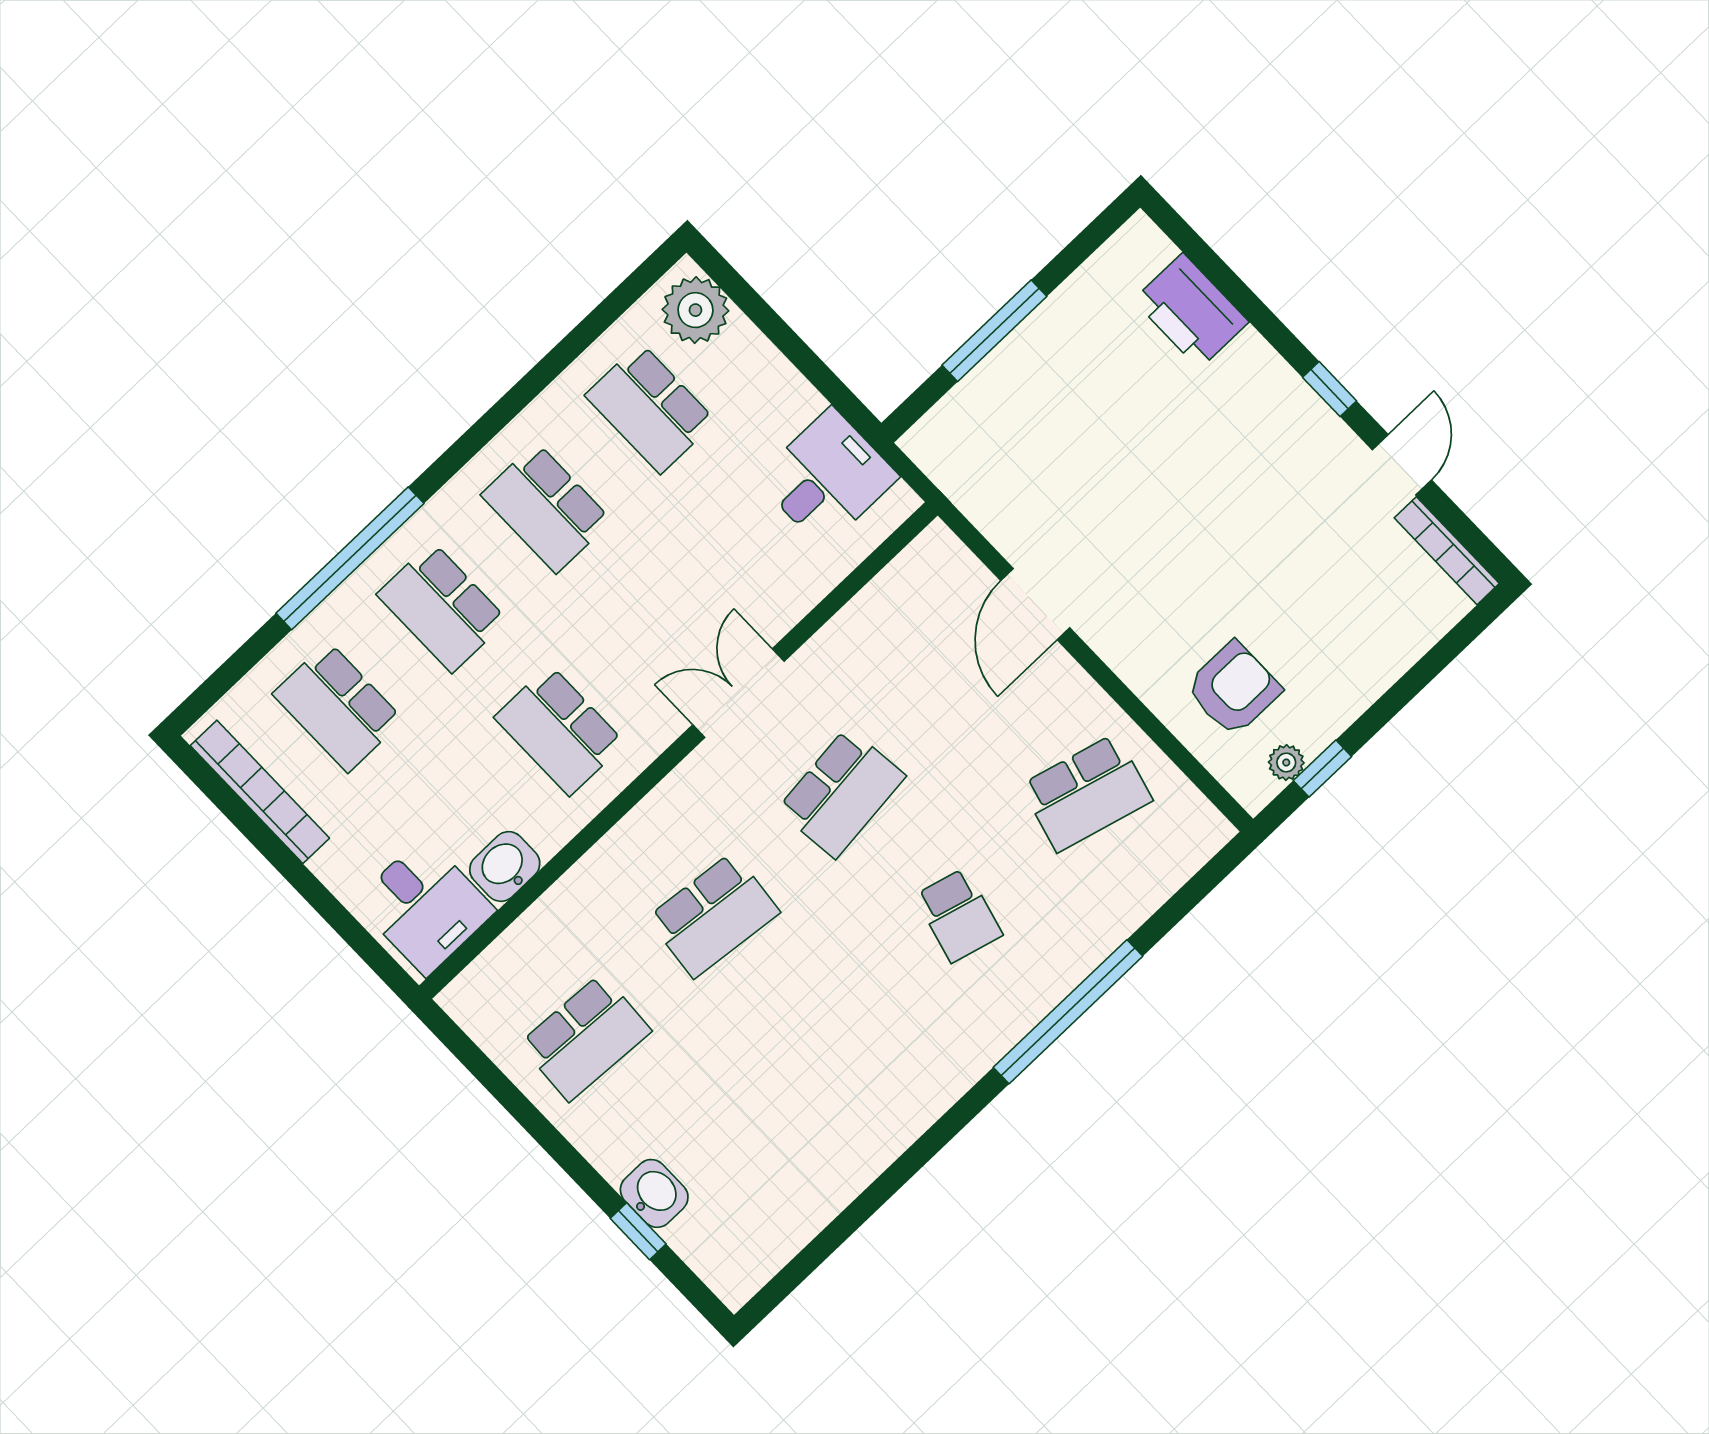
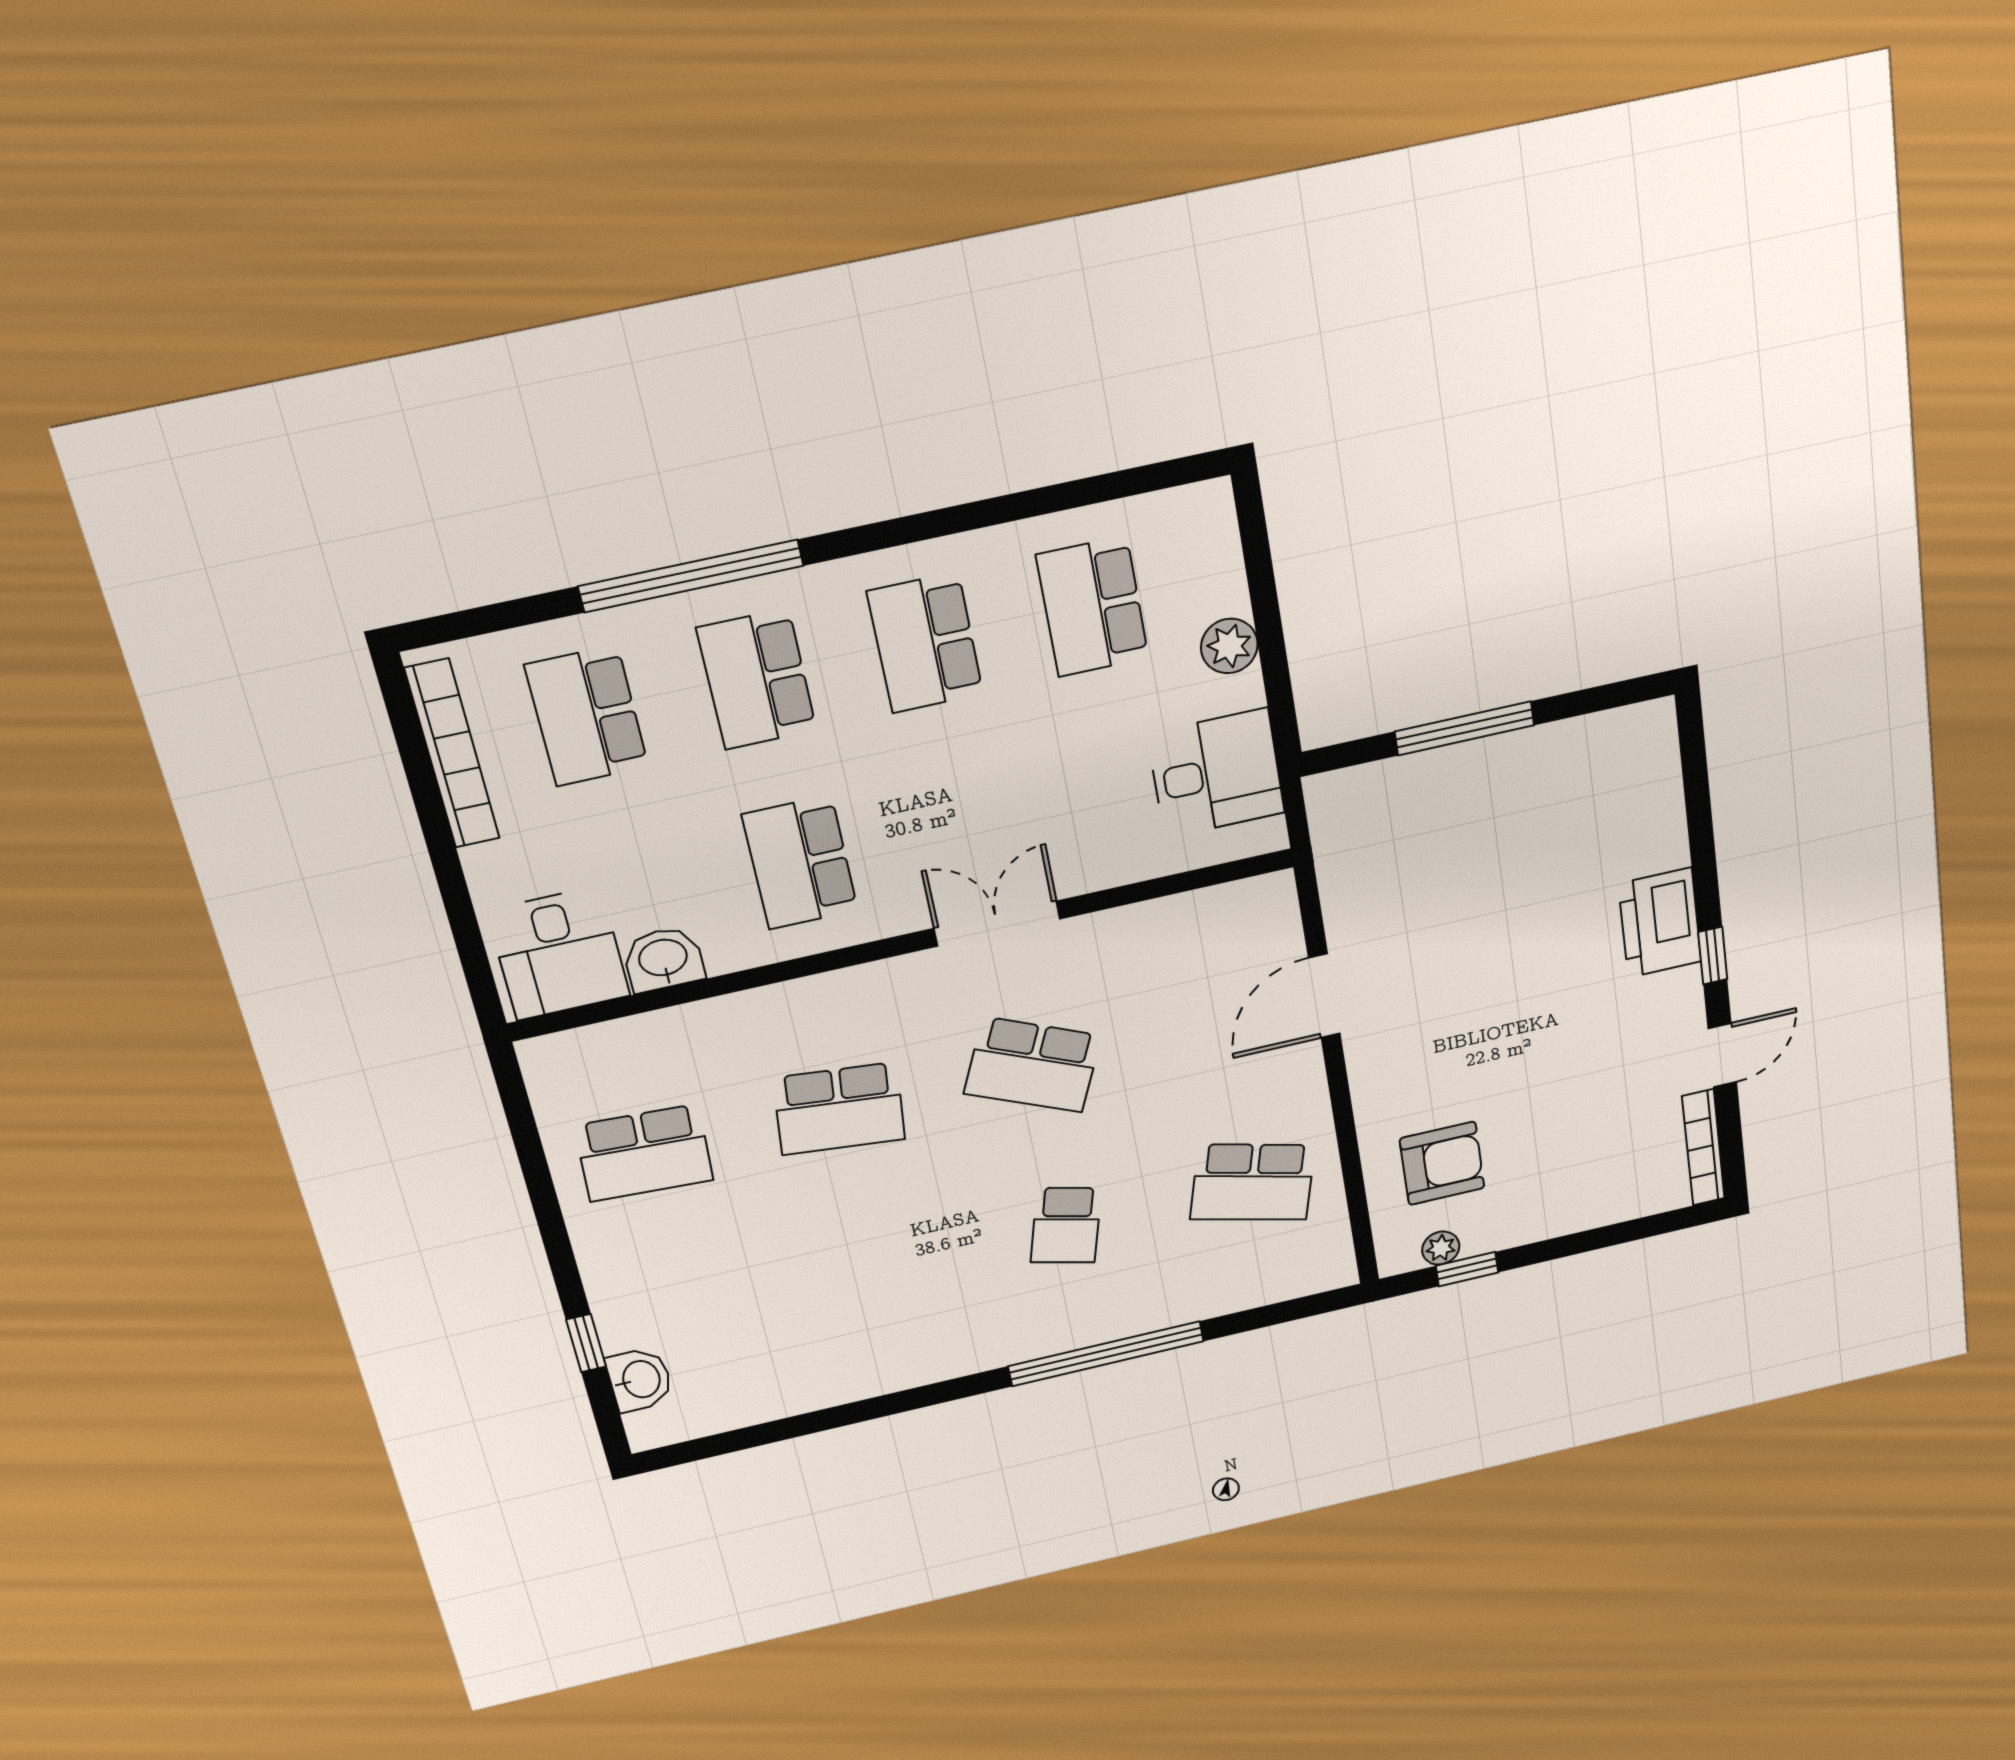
plant: (695, 310) -> (1229, 646), moved, width x0.73, depth x0.73
printer: (1191, 311) -> (1660, 923), moved
school desk: (841, 793) -> (1033, 1065), turned 30
washbasin: (654, 1193) -> (640, 1380), moved

